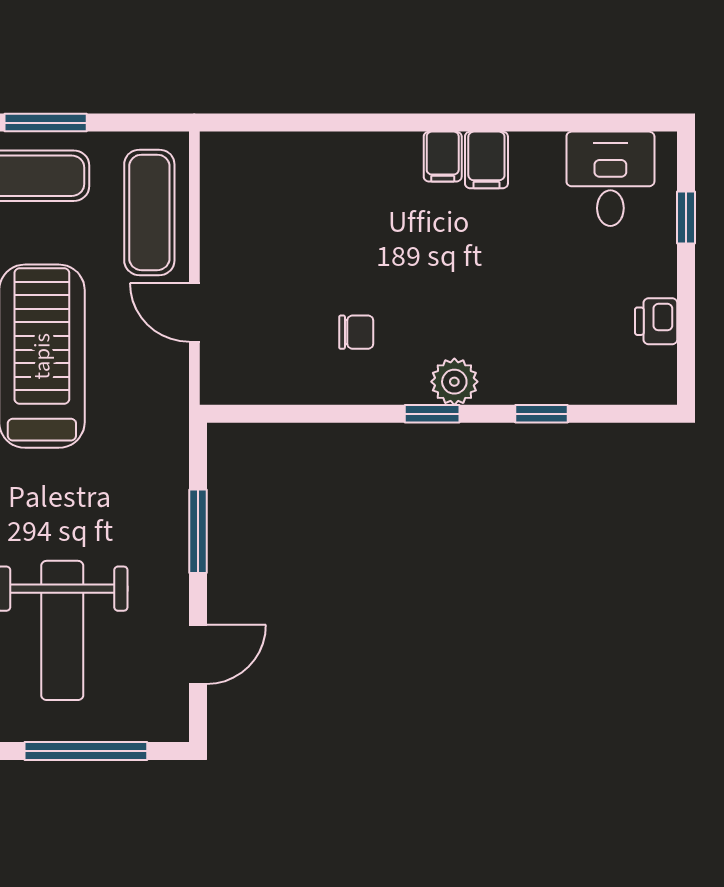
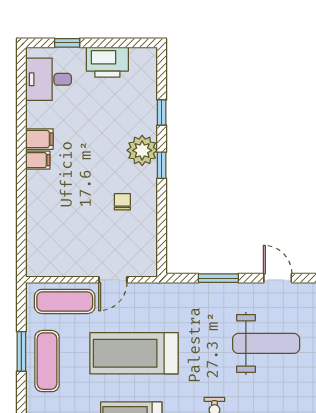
printer: (656, 321) -> (107, 62), width x1.87, depth x1.48
plant: (454, 382) -> (142, 150), width x1.36, depth x1.36

